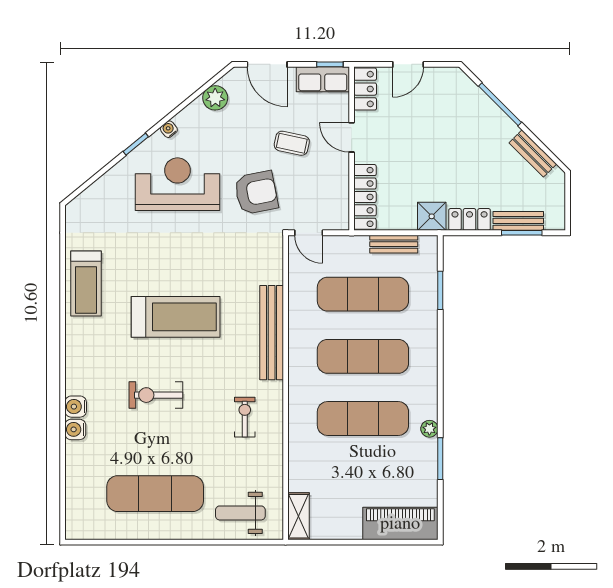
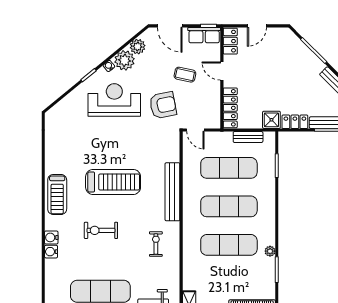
plant: (194, 120) -> (125, 60), added
treadmill: (86, 283) -> (57, 194), moved

